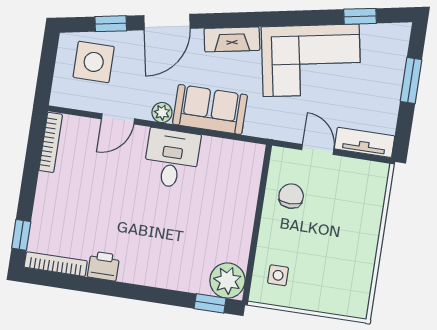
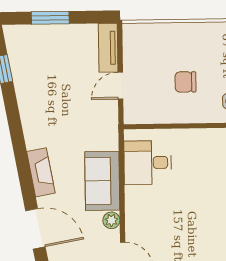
corner sofa: (311, 60) -> (47, 104), removed
desk: (172, 159) -> (148, 163), moved
chair: (291, 196) -> (185, 82), moved

